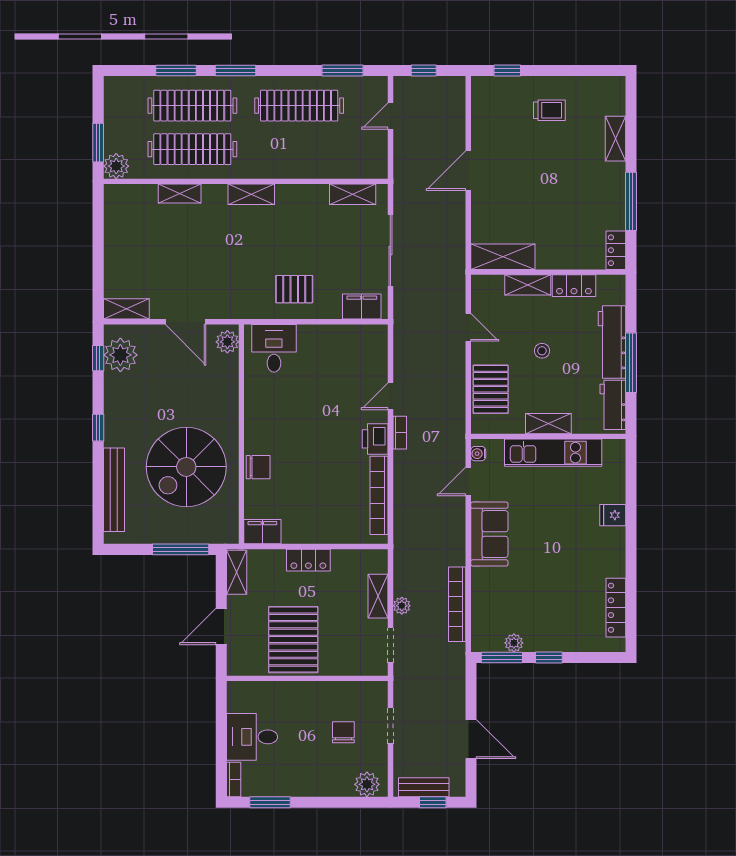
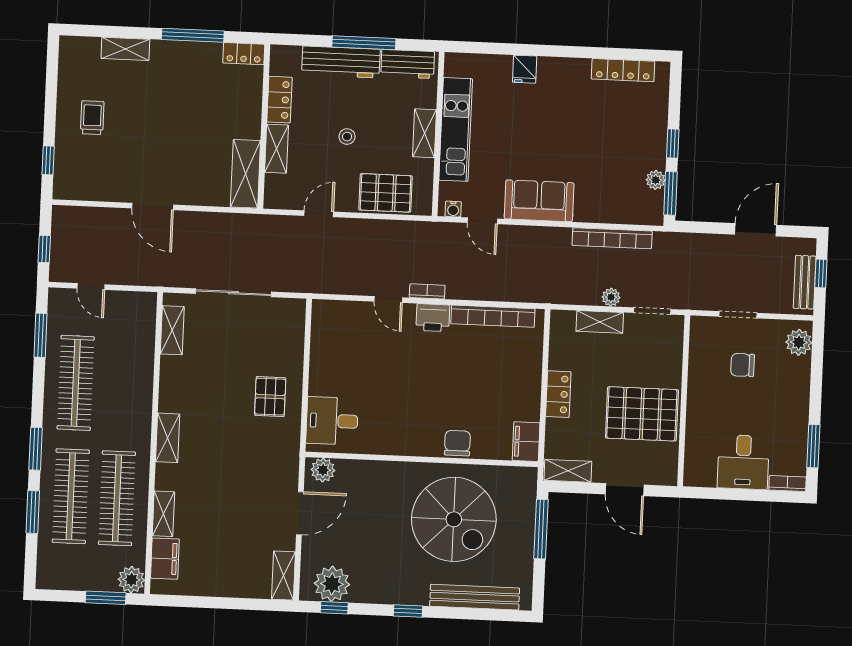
filing cabinet: (362, 307) -> (165, 559), moved, turned 180

